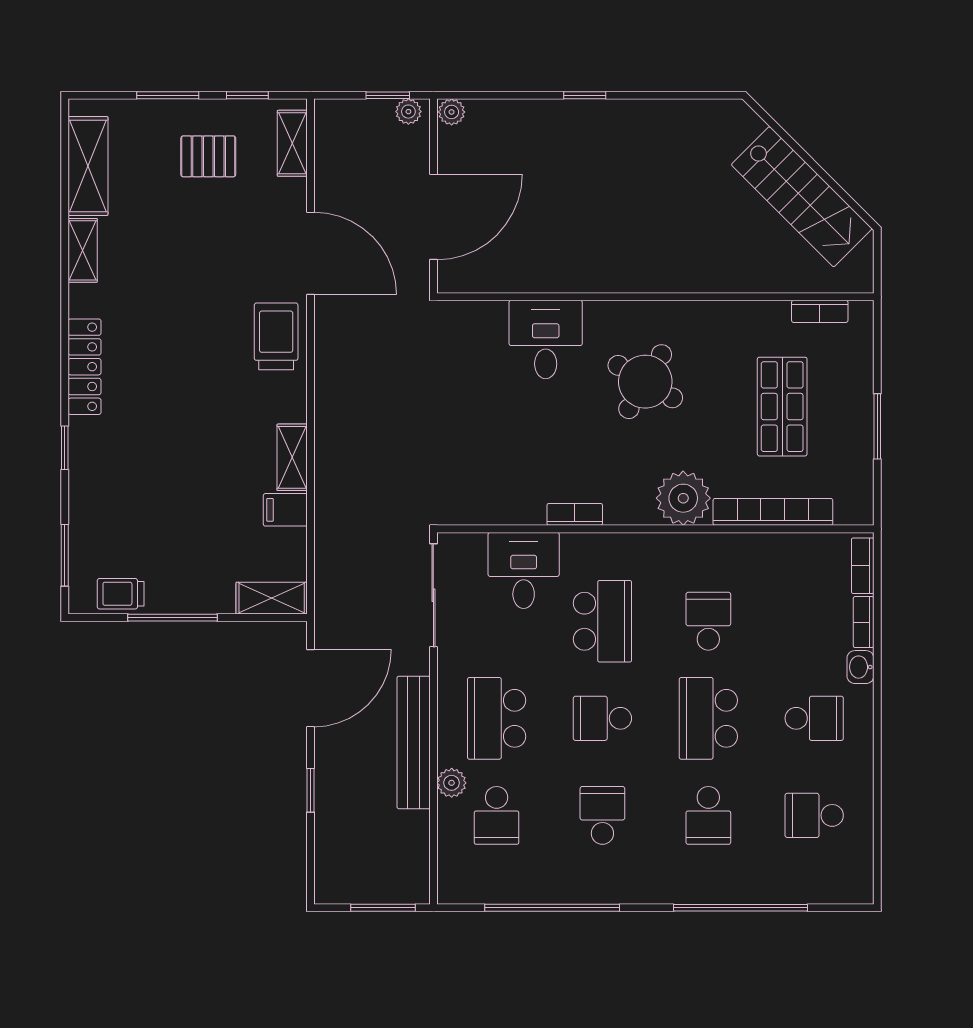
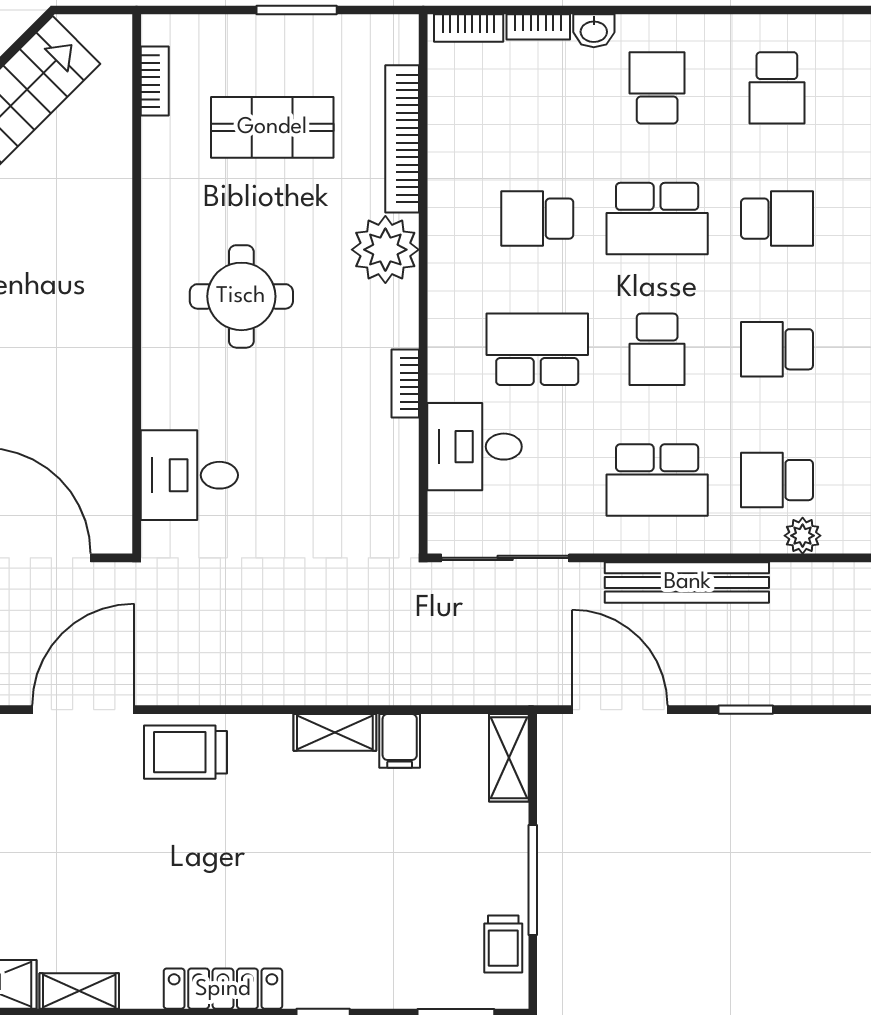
desk: (546, 339) -> (189, 475), moved
round table: (645, 382) -> (241, 296), turned -31
plant: (452, 783) -> (803, 536), moved
school desk: (497, 815) -> (777, 480), turned 180

